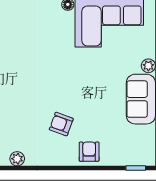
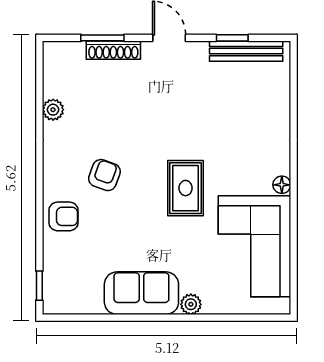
rug: (70, 69) -> (186, 188), added

